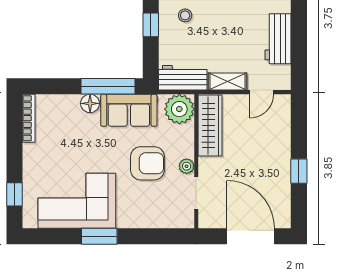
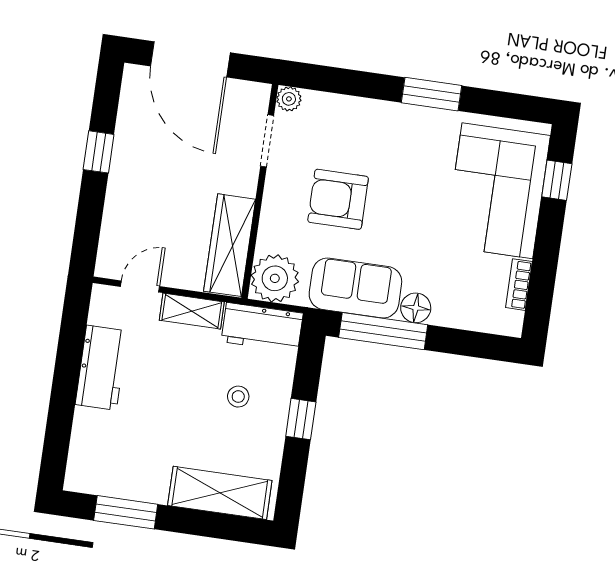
stool: (185, 15) -> (238, 397), moved
bookcase: (29, 118) -> (519, 285), width x0.64
plant: (187, 166) -> (289, 99), moved
corner sofa: (77, 201) -> (497, 191), moved, turned 90

